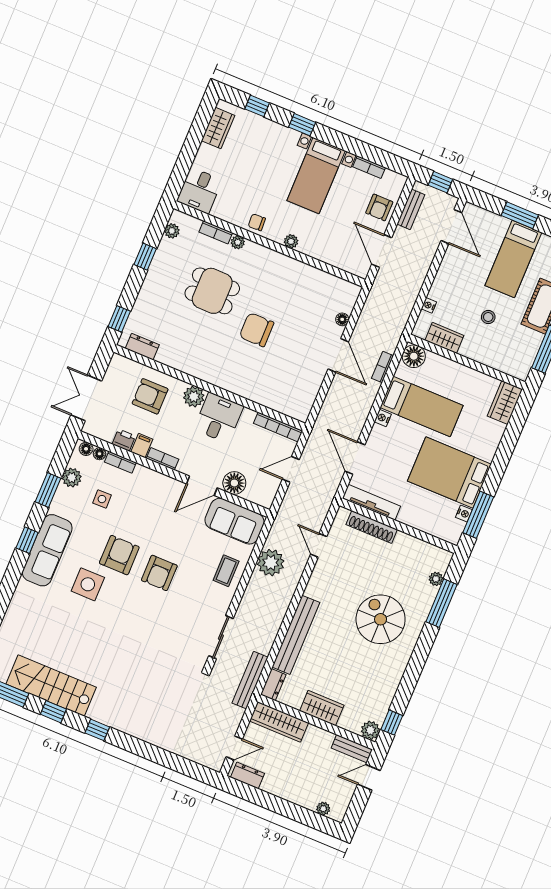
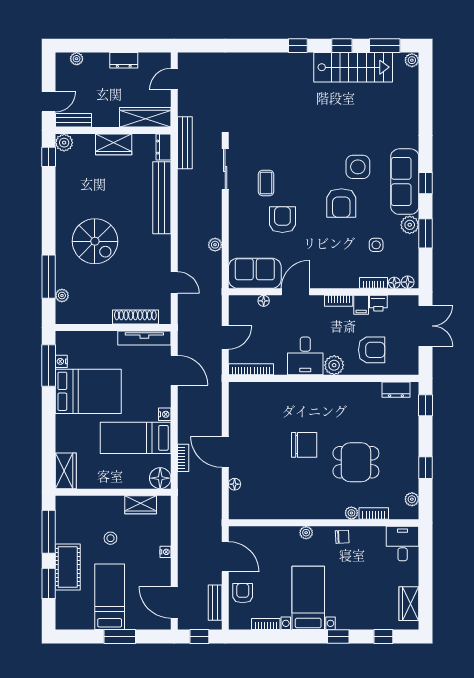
nightstand: (429, 305) -> (165, 552), moved
plant: (72, 478) -> (410, 225), moved
floor lamp: (234, 483) -> (264, 301), width x0.53, depth x0.53
plant: (271, 563) -> (215, 245), width x0.53, depth x0.53
coffee table: (226, 571) -> (266, 183), moved
armchair: (159, 573) -> (282, 220), moved
dresser: (247, 775) -> (124, 60), moved

